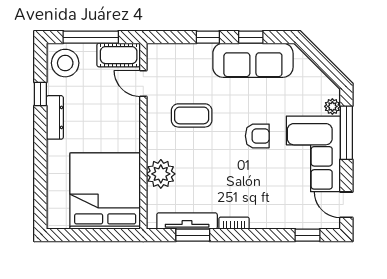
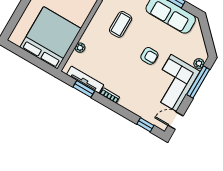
coffee table: (192, 115) -> (121, 24), turned 90
plant: (161, 174) -> (80, 48), width x0.53, depth x0.53
door: (346, 205) -> (176, 121), hinge flipped

